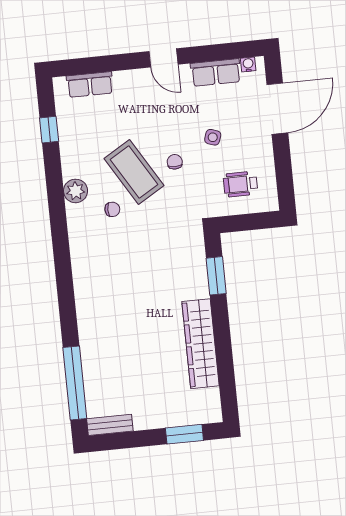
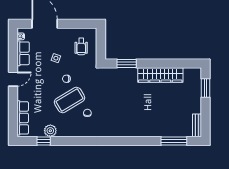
row of seats: (90, 84) -> (23, 118), width x1.48
plant: (76, 191) -> (50, 131), moved
window: (75, 383) -> (174, 141), width x0.68

